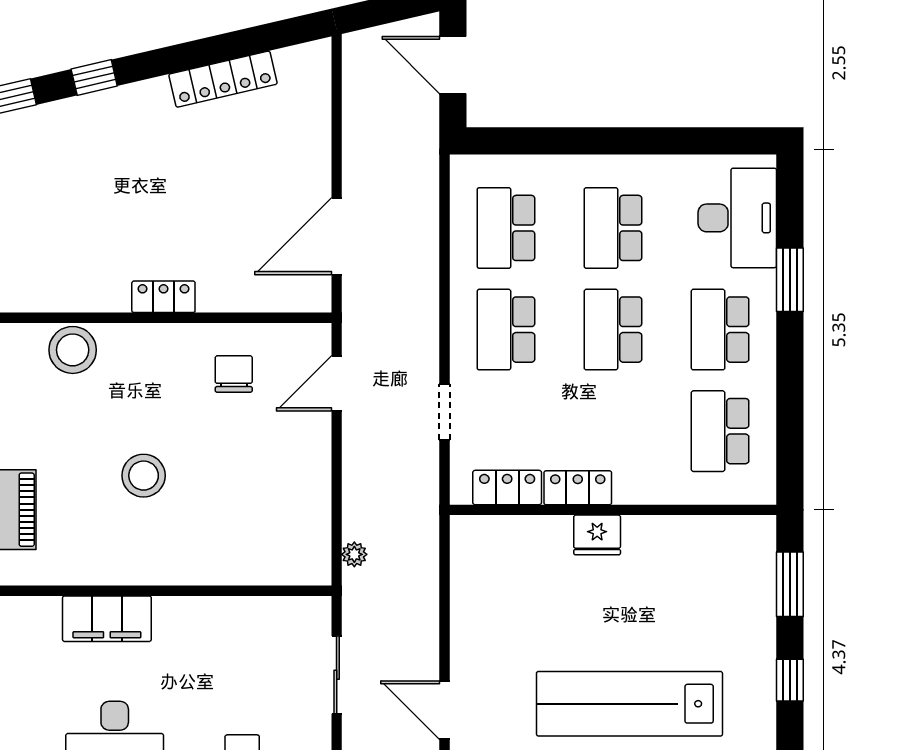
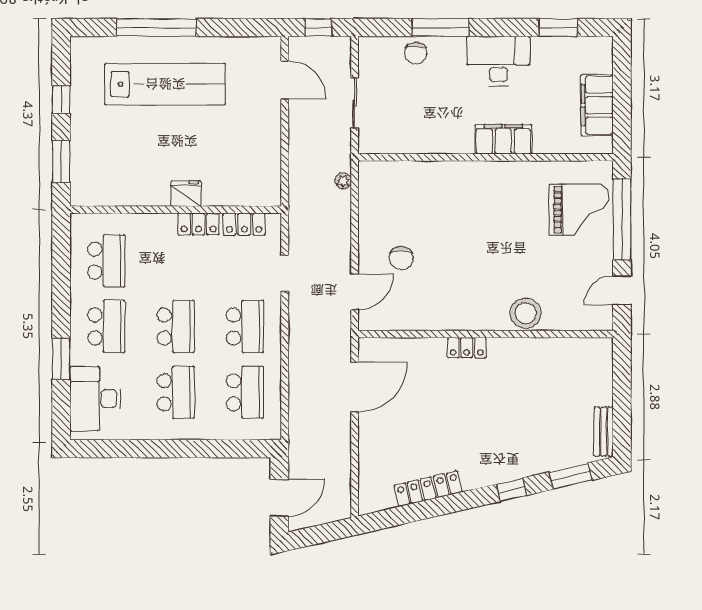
door: (453, 65) -> (279, 498), hinge flipped
chair: (234, 374) -> (401, 258), moved
stool: (144, 476) -> (480, 232), removed

